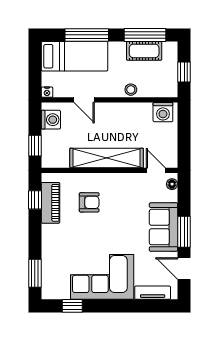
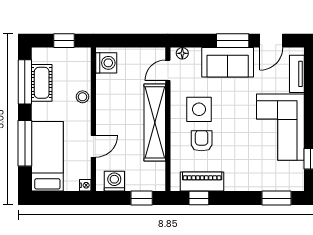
side table: (119, 200) -> (199, 109), added

